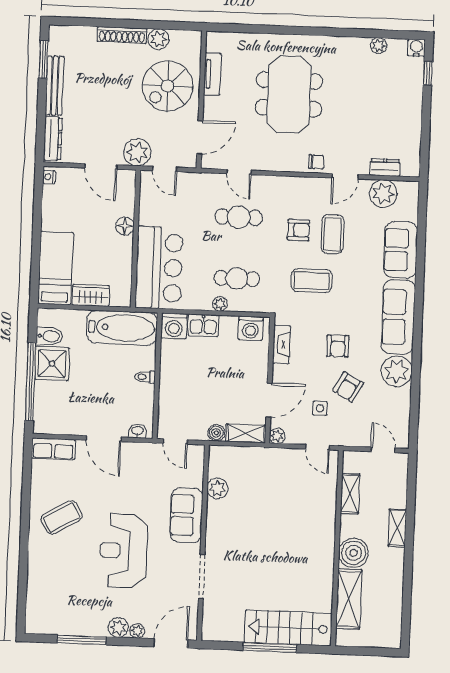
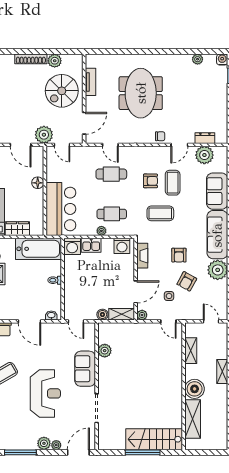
reception desk: (123, 551) -> (45, 393), turned 180

